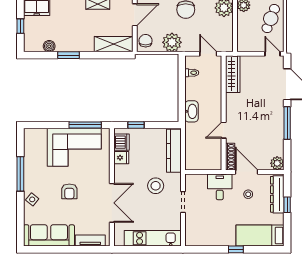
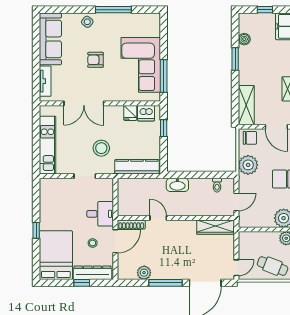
plant: (277, 163) -> (144, 273), moved
bed: (260, 235) -> (56, 255), width x1.50

